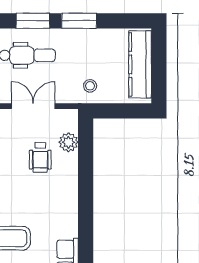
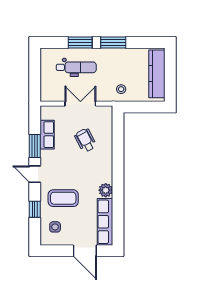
plant: (69, 142) -> (106, 190), moved
wheelchair: (40, 157) -> (85, 140), turned 152

